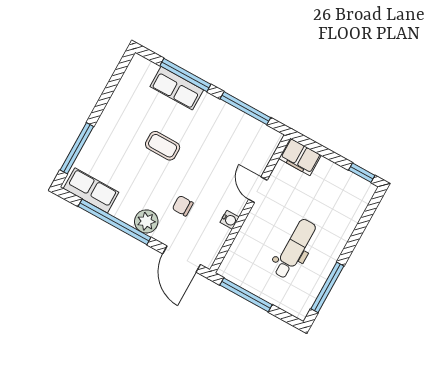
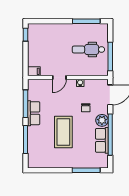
row of seats: (177, 88) -> (34, 113), moved
coffee table: (163, 146) -> (63, 132), width x1.86, depth x1.72
filing cabinet: (300, 157) -> (34, 71), width x0.50
row of seats: (91, 190) -> (102, 140), moved
dental chair: (295, 249) -> (88, 50), moved

